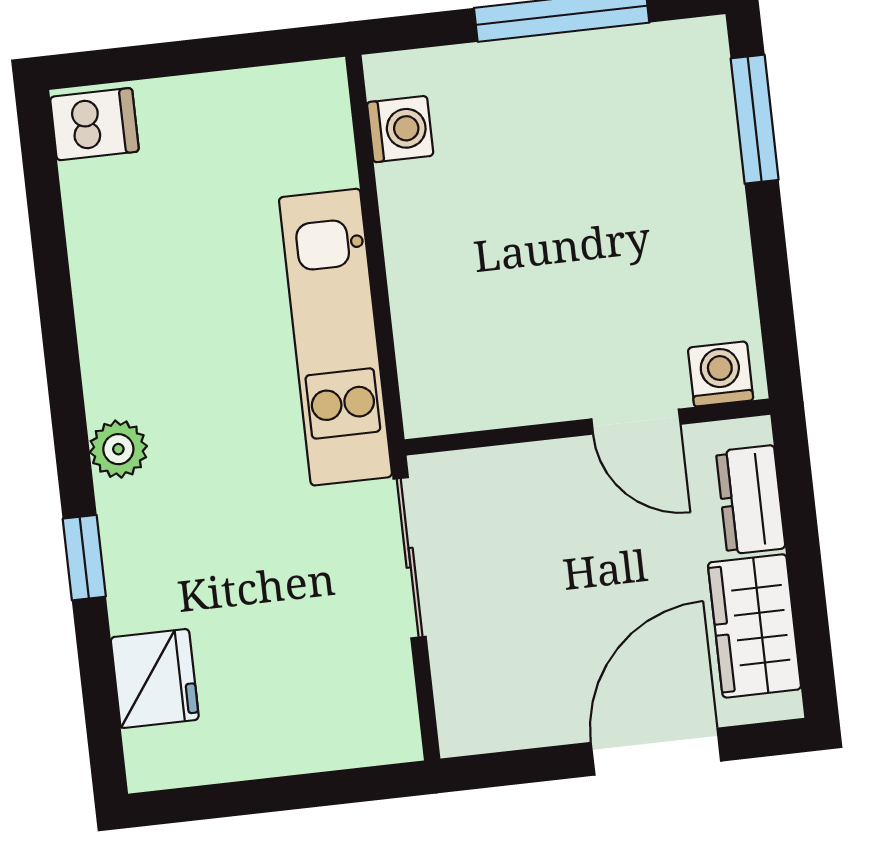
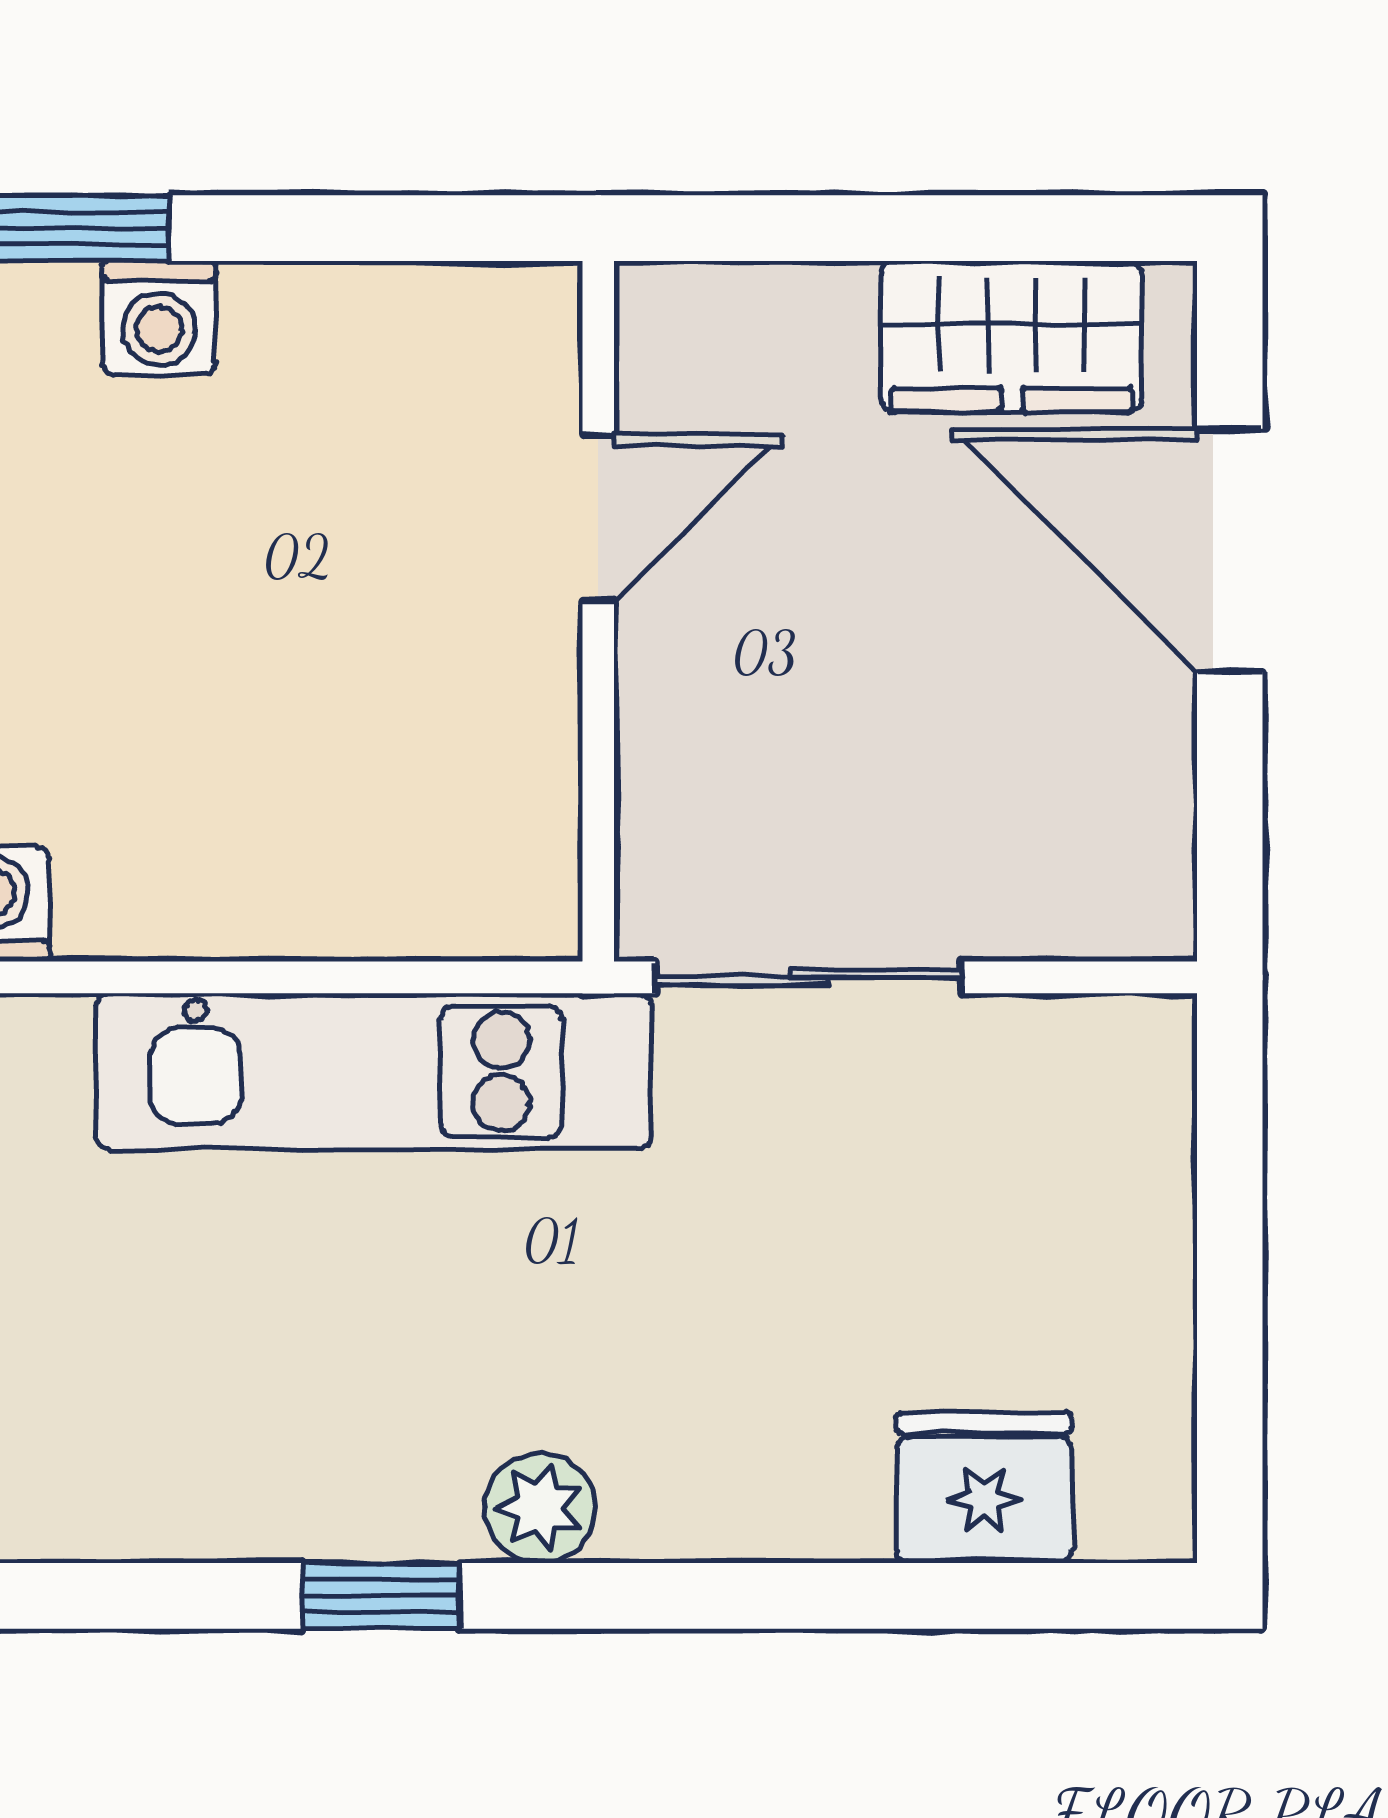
washing machine: (721, 374) -> (159, 318), moved, turned -90
dresser: (751, 500) -> (771, 317), removed
window: (84, 558) -> (381, 1596), moved

